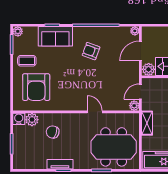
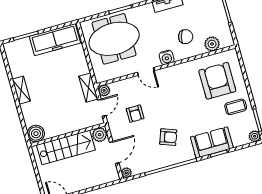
armchair: (114, 79) -> (135, 114), added
water cooler: (19, 119) -> (167, 57), moved
shelving: (147, 123) -> (88, 88), moved

